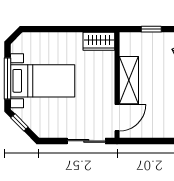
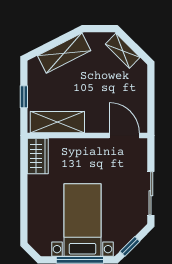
shelving: (129, 80) -> (57, 122), moved
sliding door: (86, 141) -> (151, 193), moved

